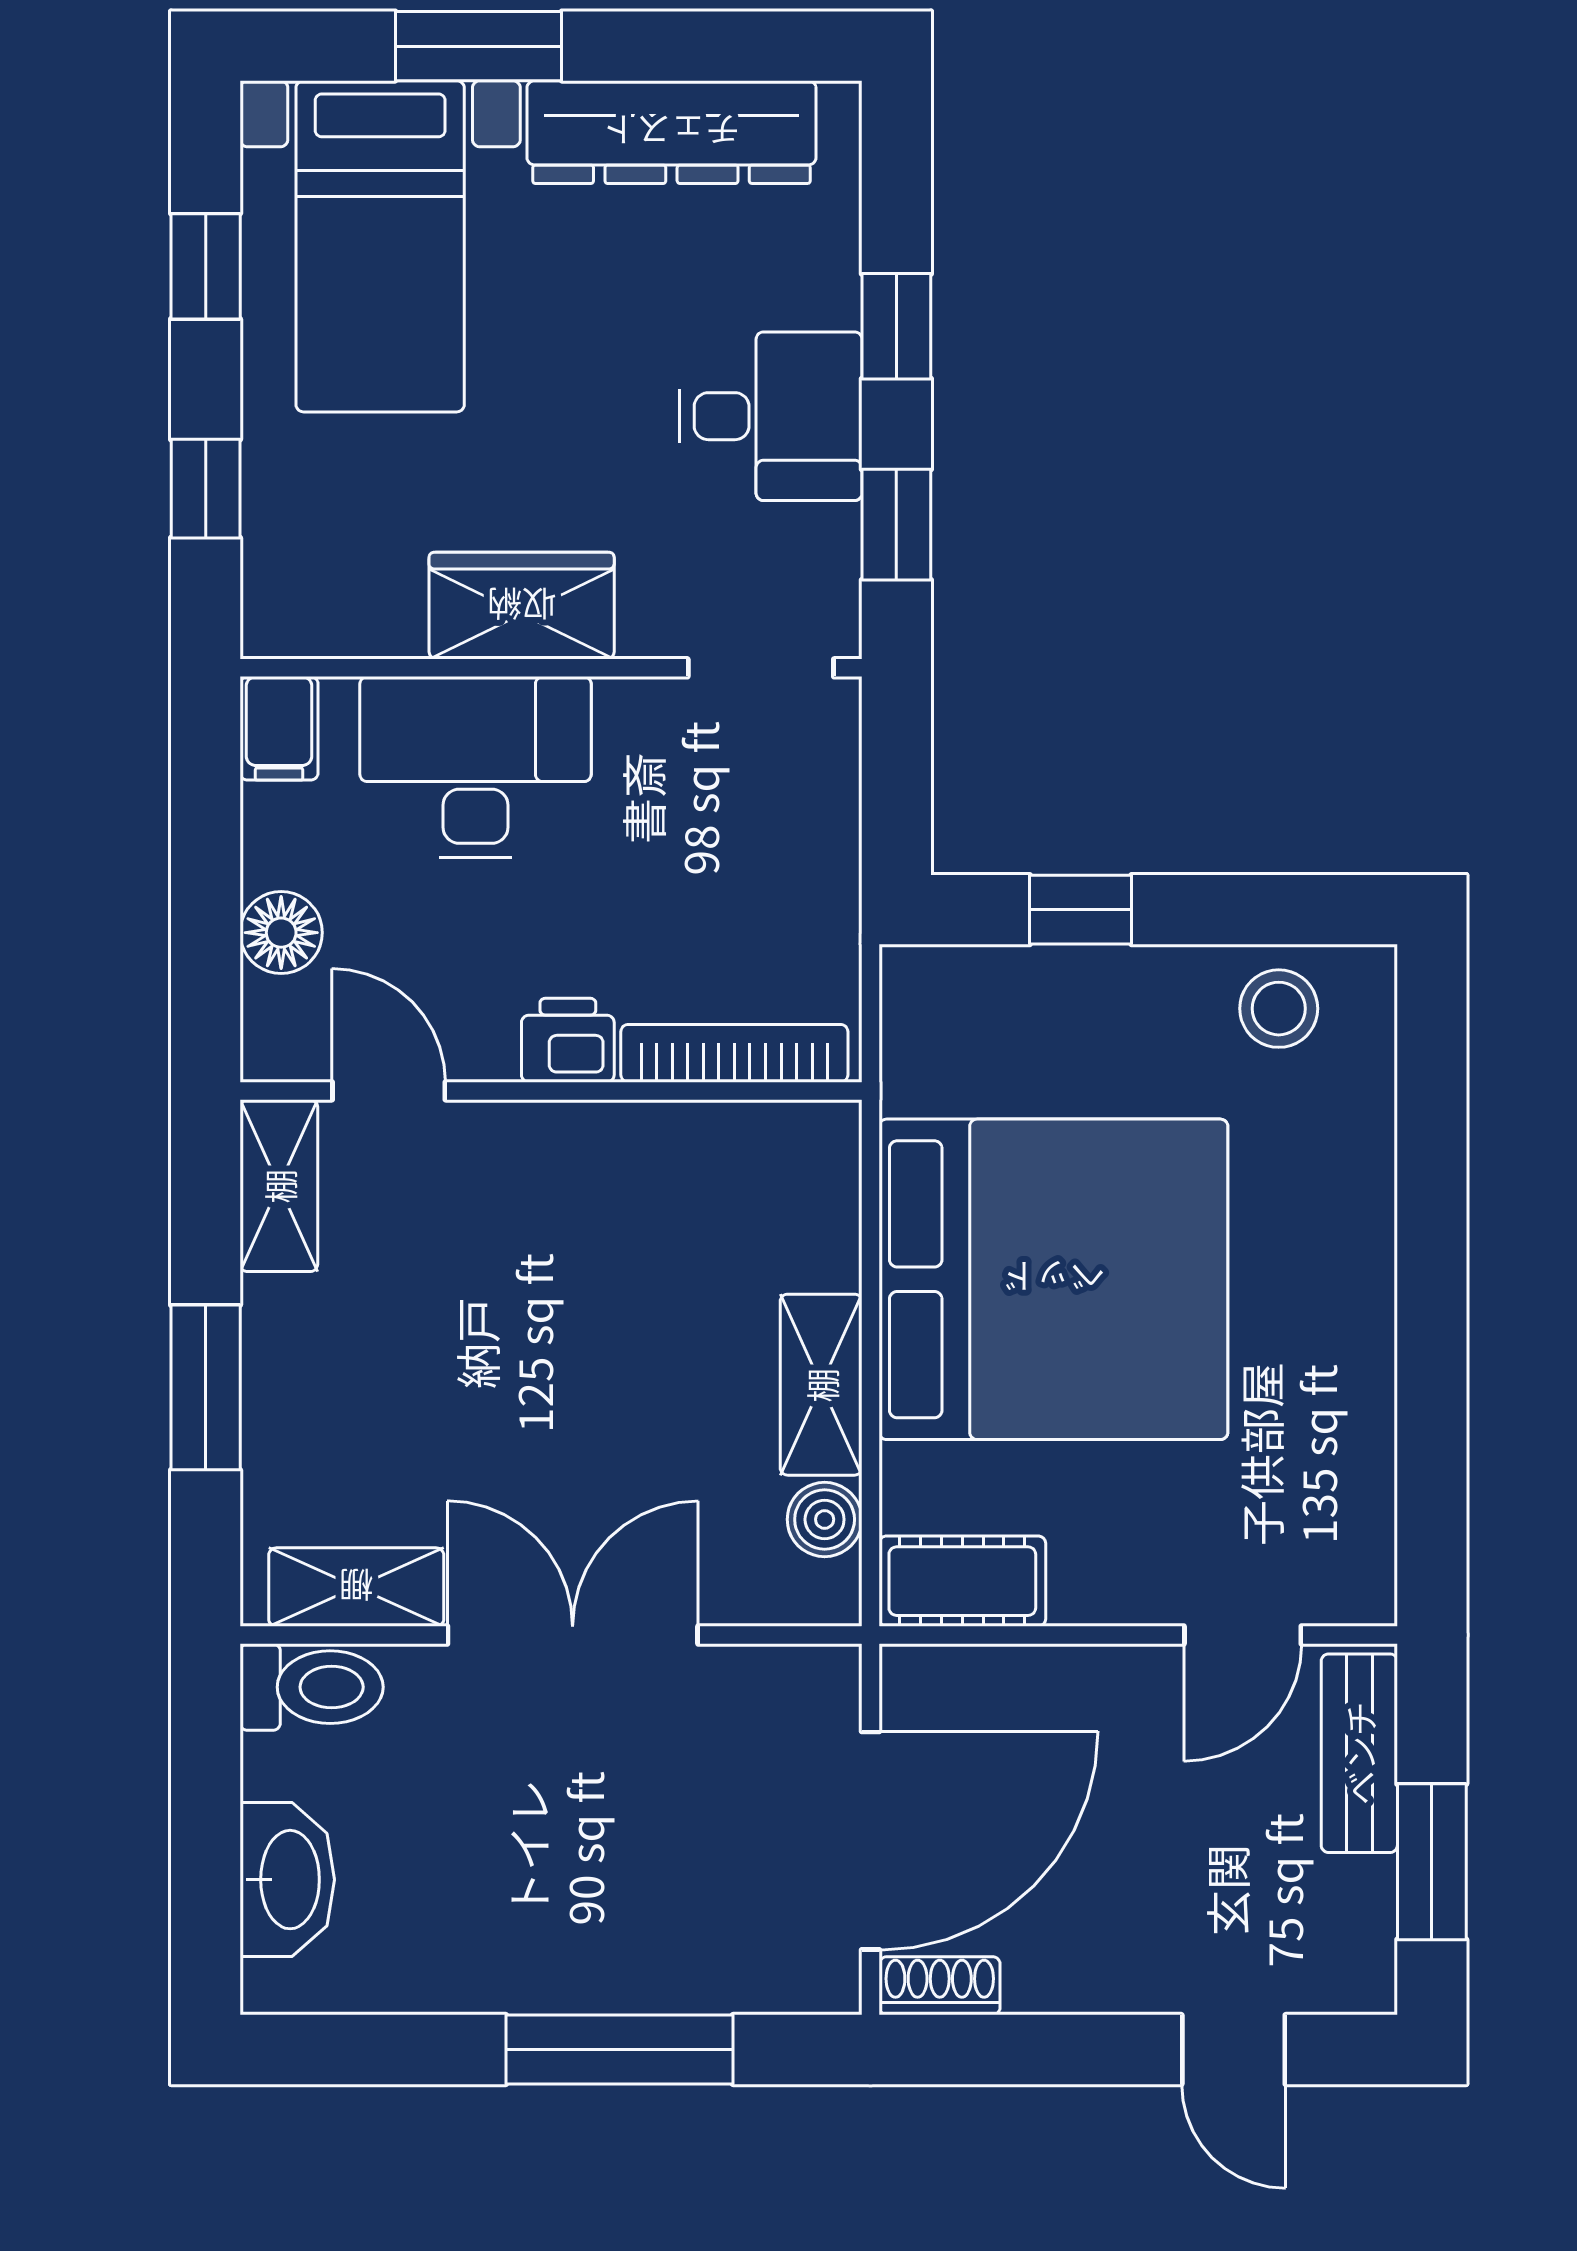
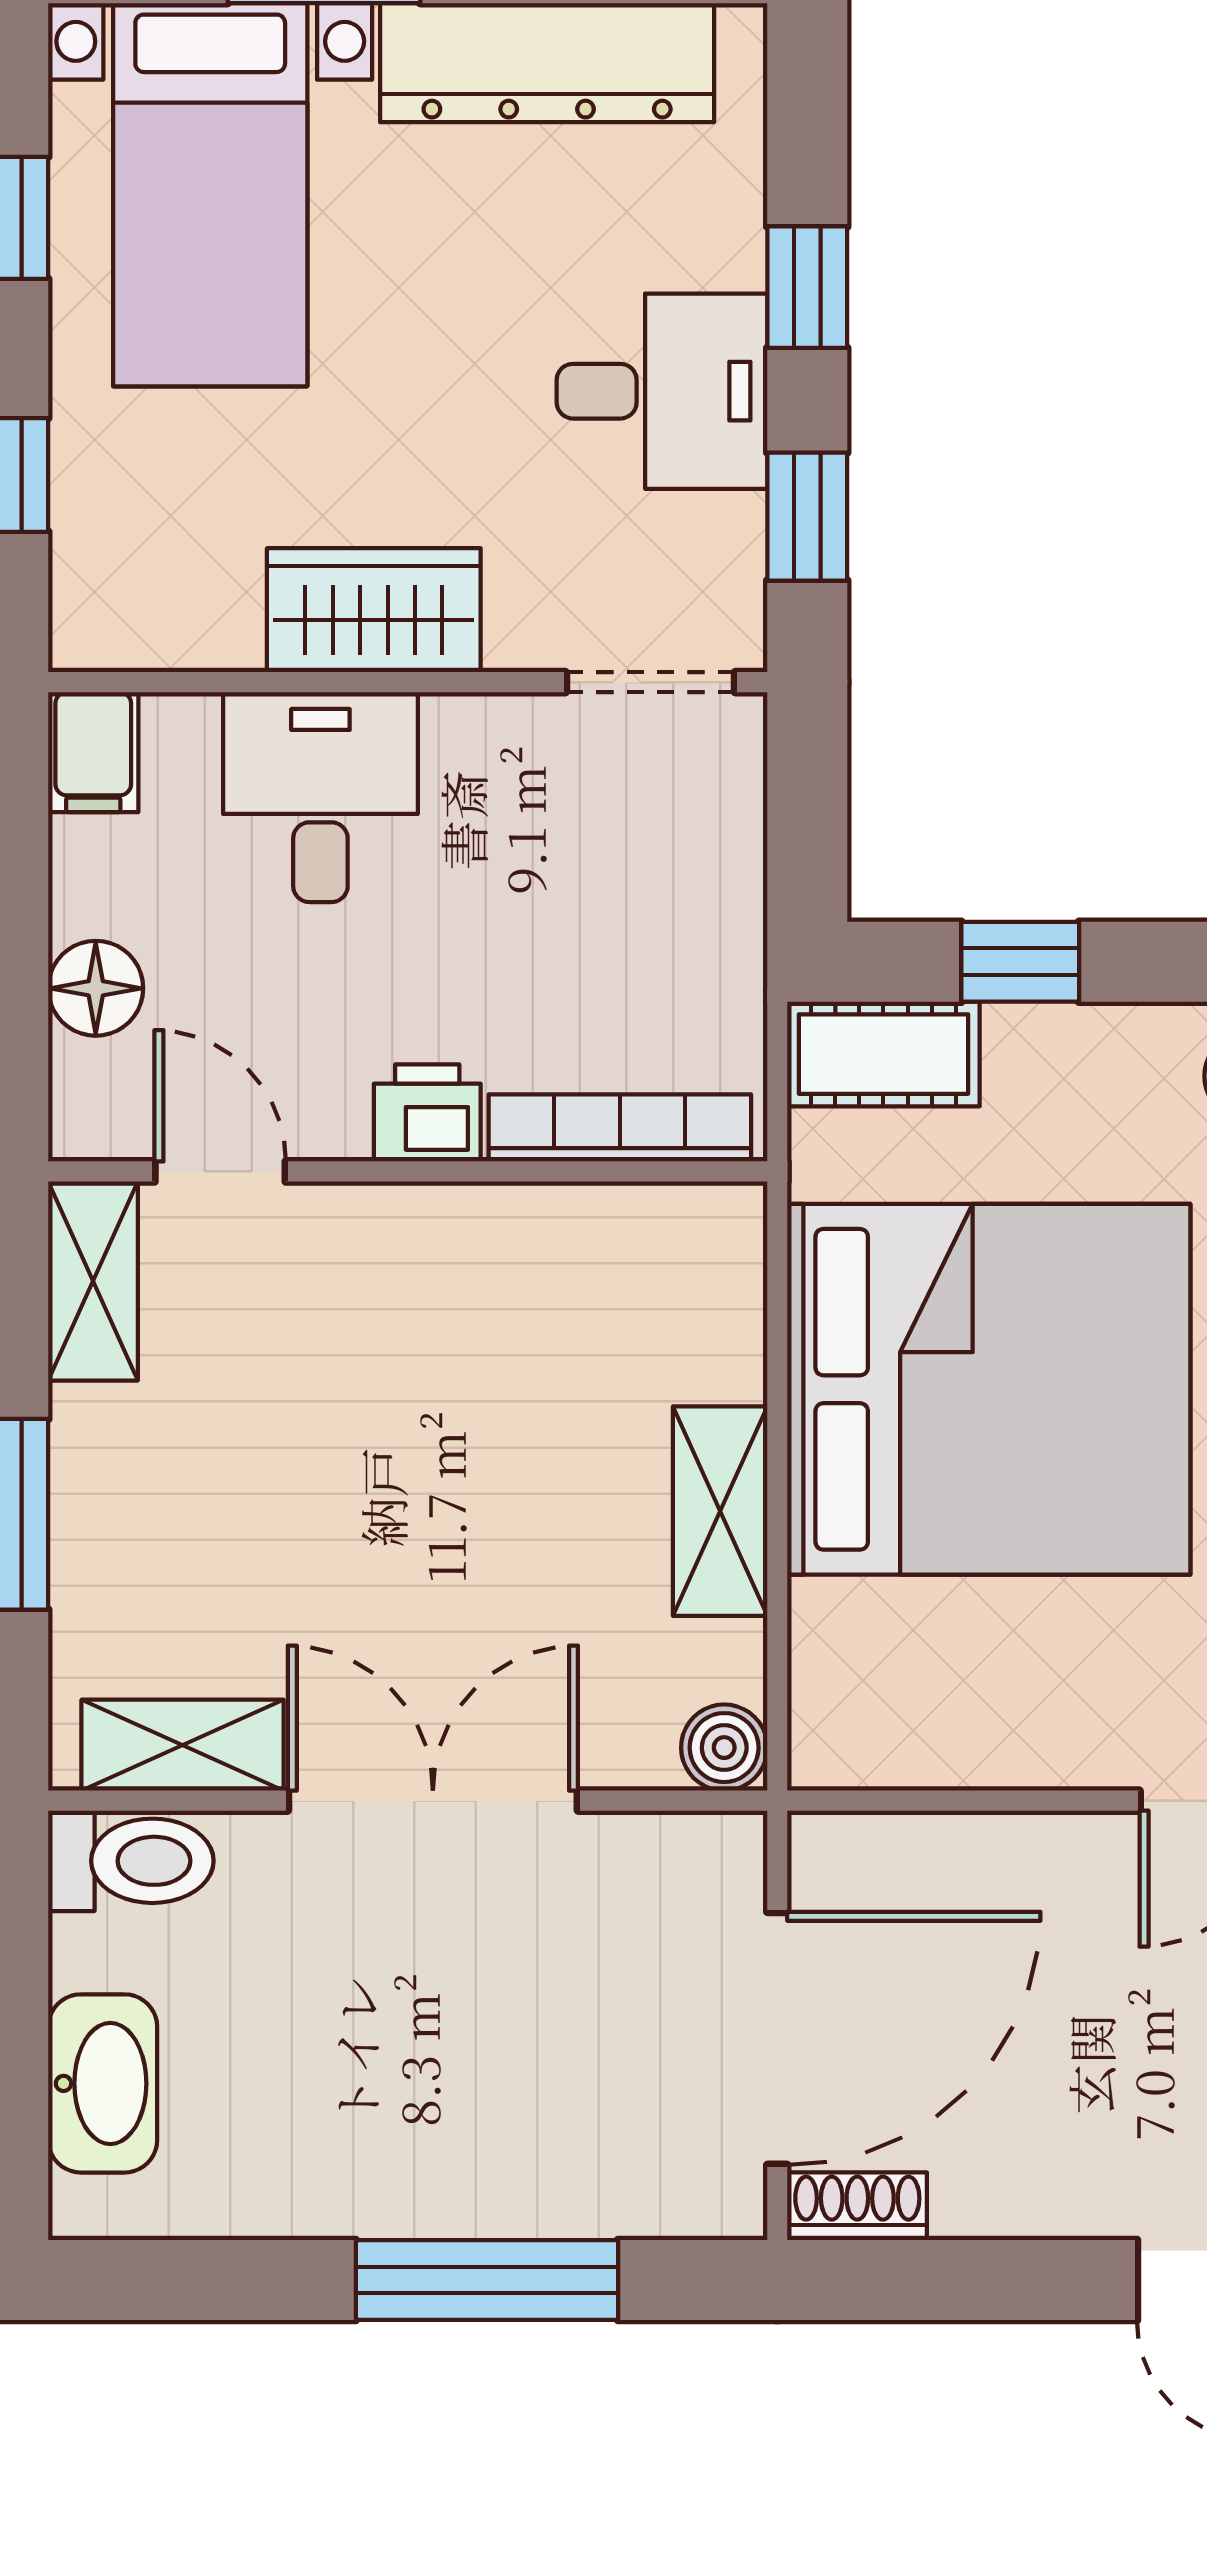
desk: (475, 767) -> (320, 797), width x0.73
boiler: (825, 1519) -> (724, 1748), moved
cot: (962, 1581) -> (883, 1054), moved

